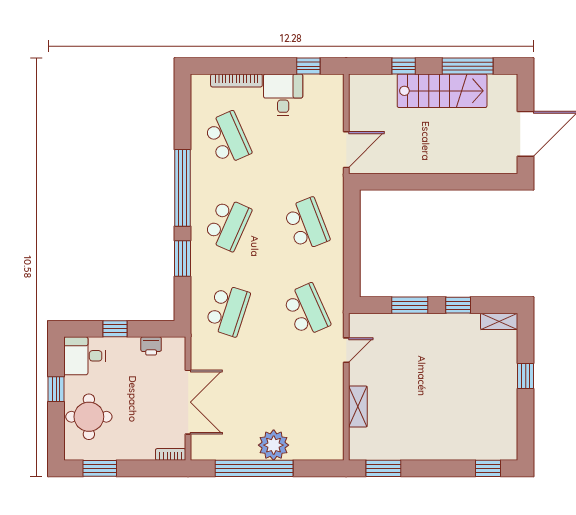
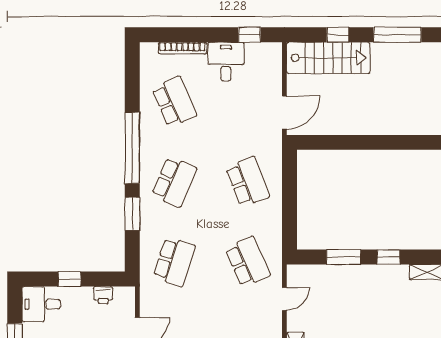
stairs: (442, 91) -> (328, 58), moved

